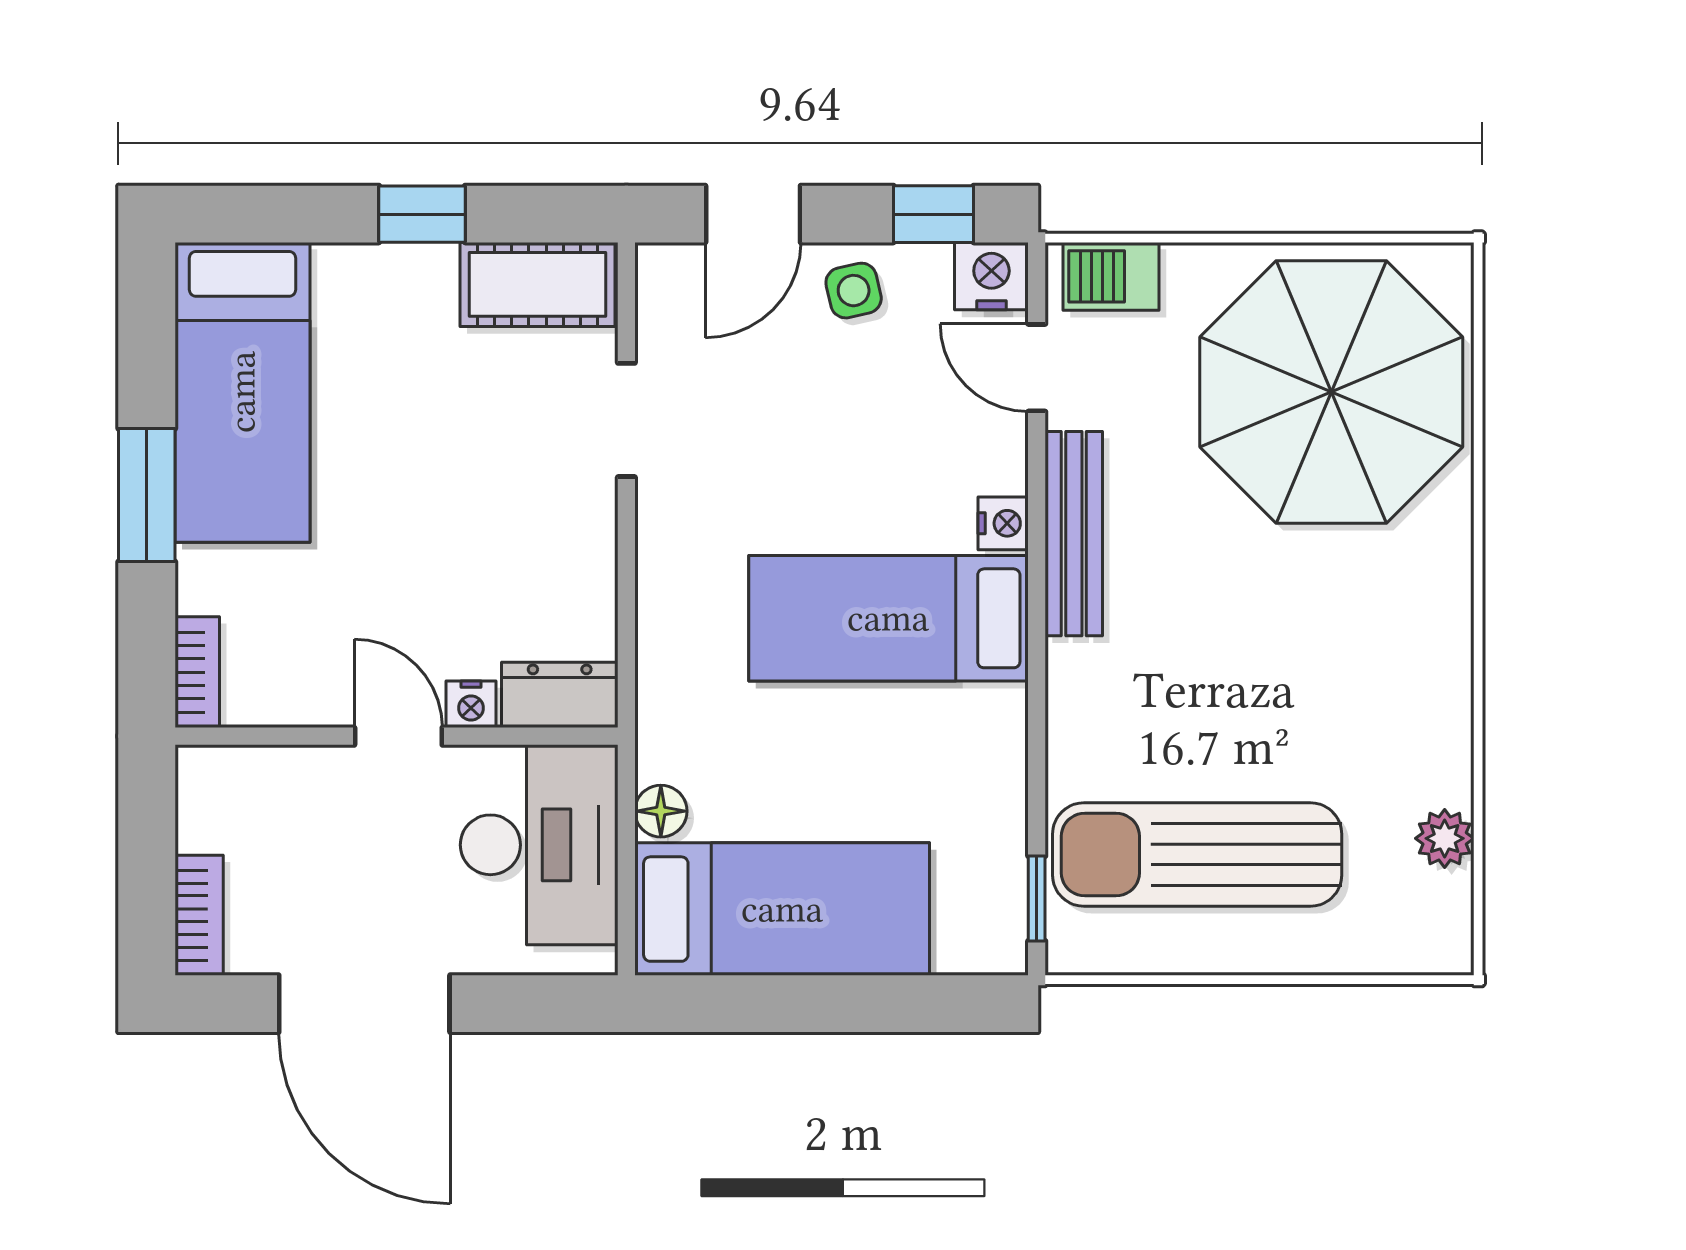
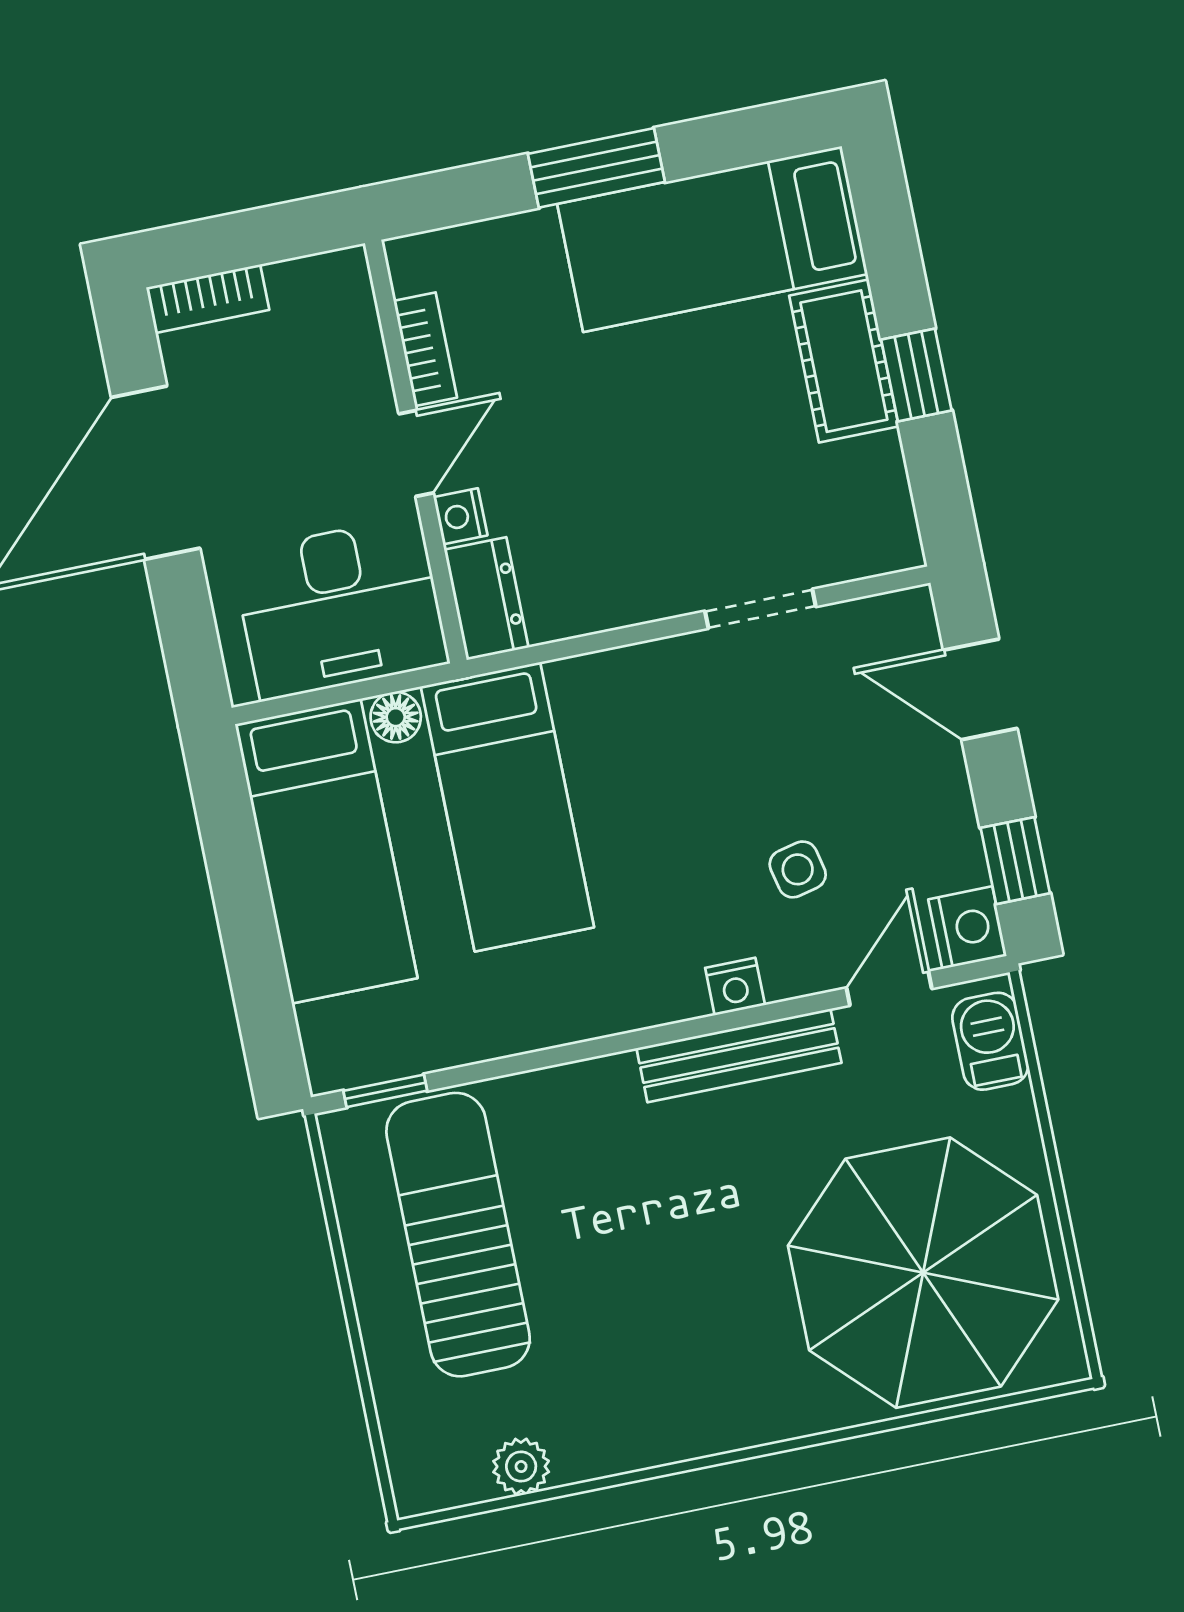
cot: (537, 284) -> (844, 361), moved
side table: (854, 291) -> (798, 869), moved
bed: (888, 618) -> (507, 807), moved, turned 180
bookcase: (197, 672) -> (425, 349), moved, turned -90

